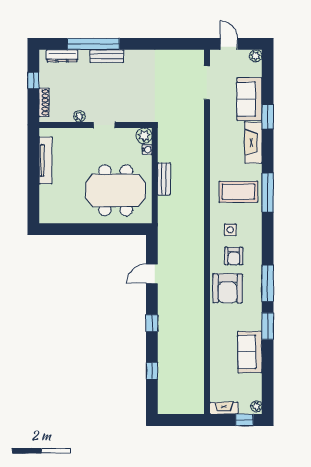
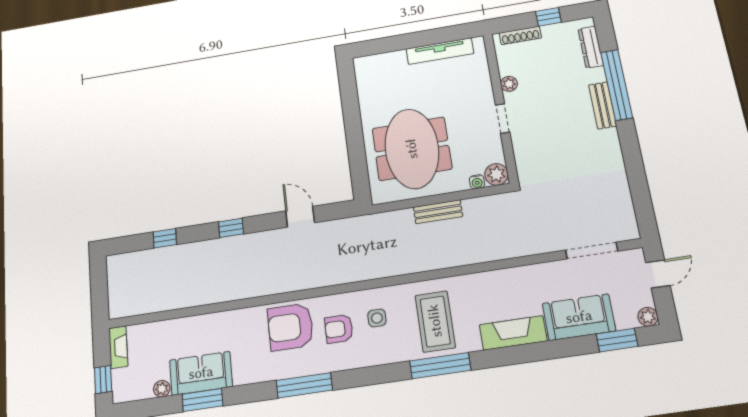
window: (268, 117) -> (617, 340), moved
window: (268, 326) -> (202, 400), moved
plant: (256, 406) -> (162, 389), moved

